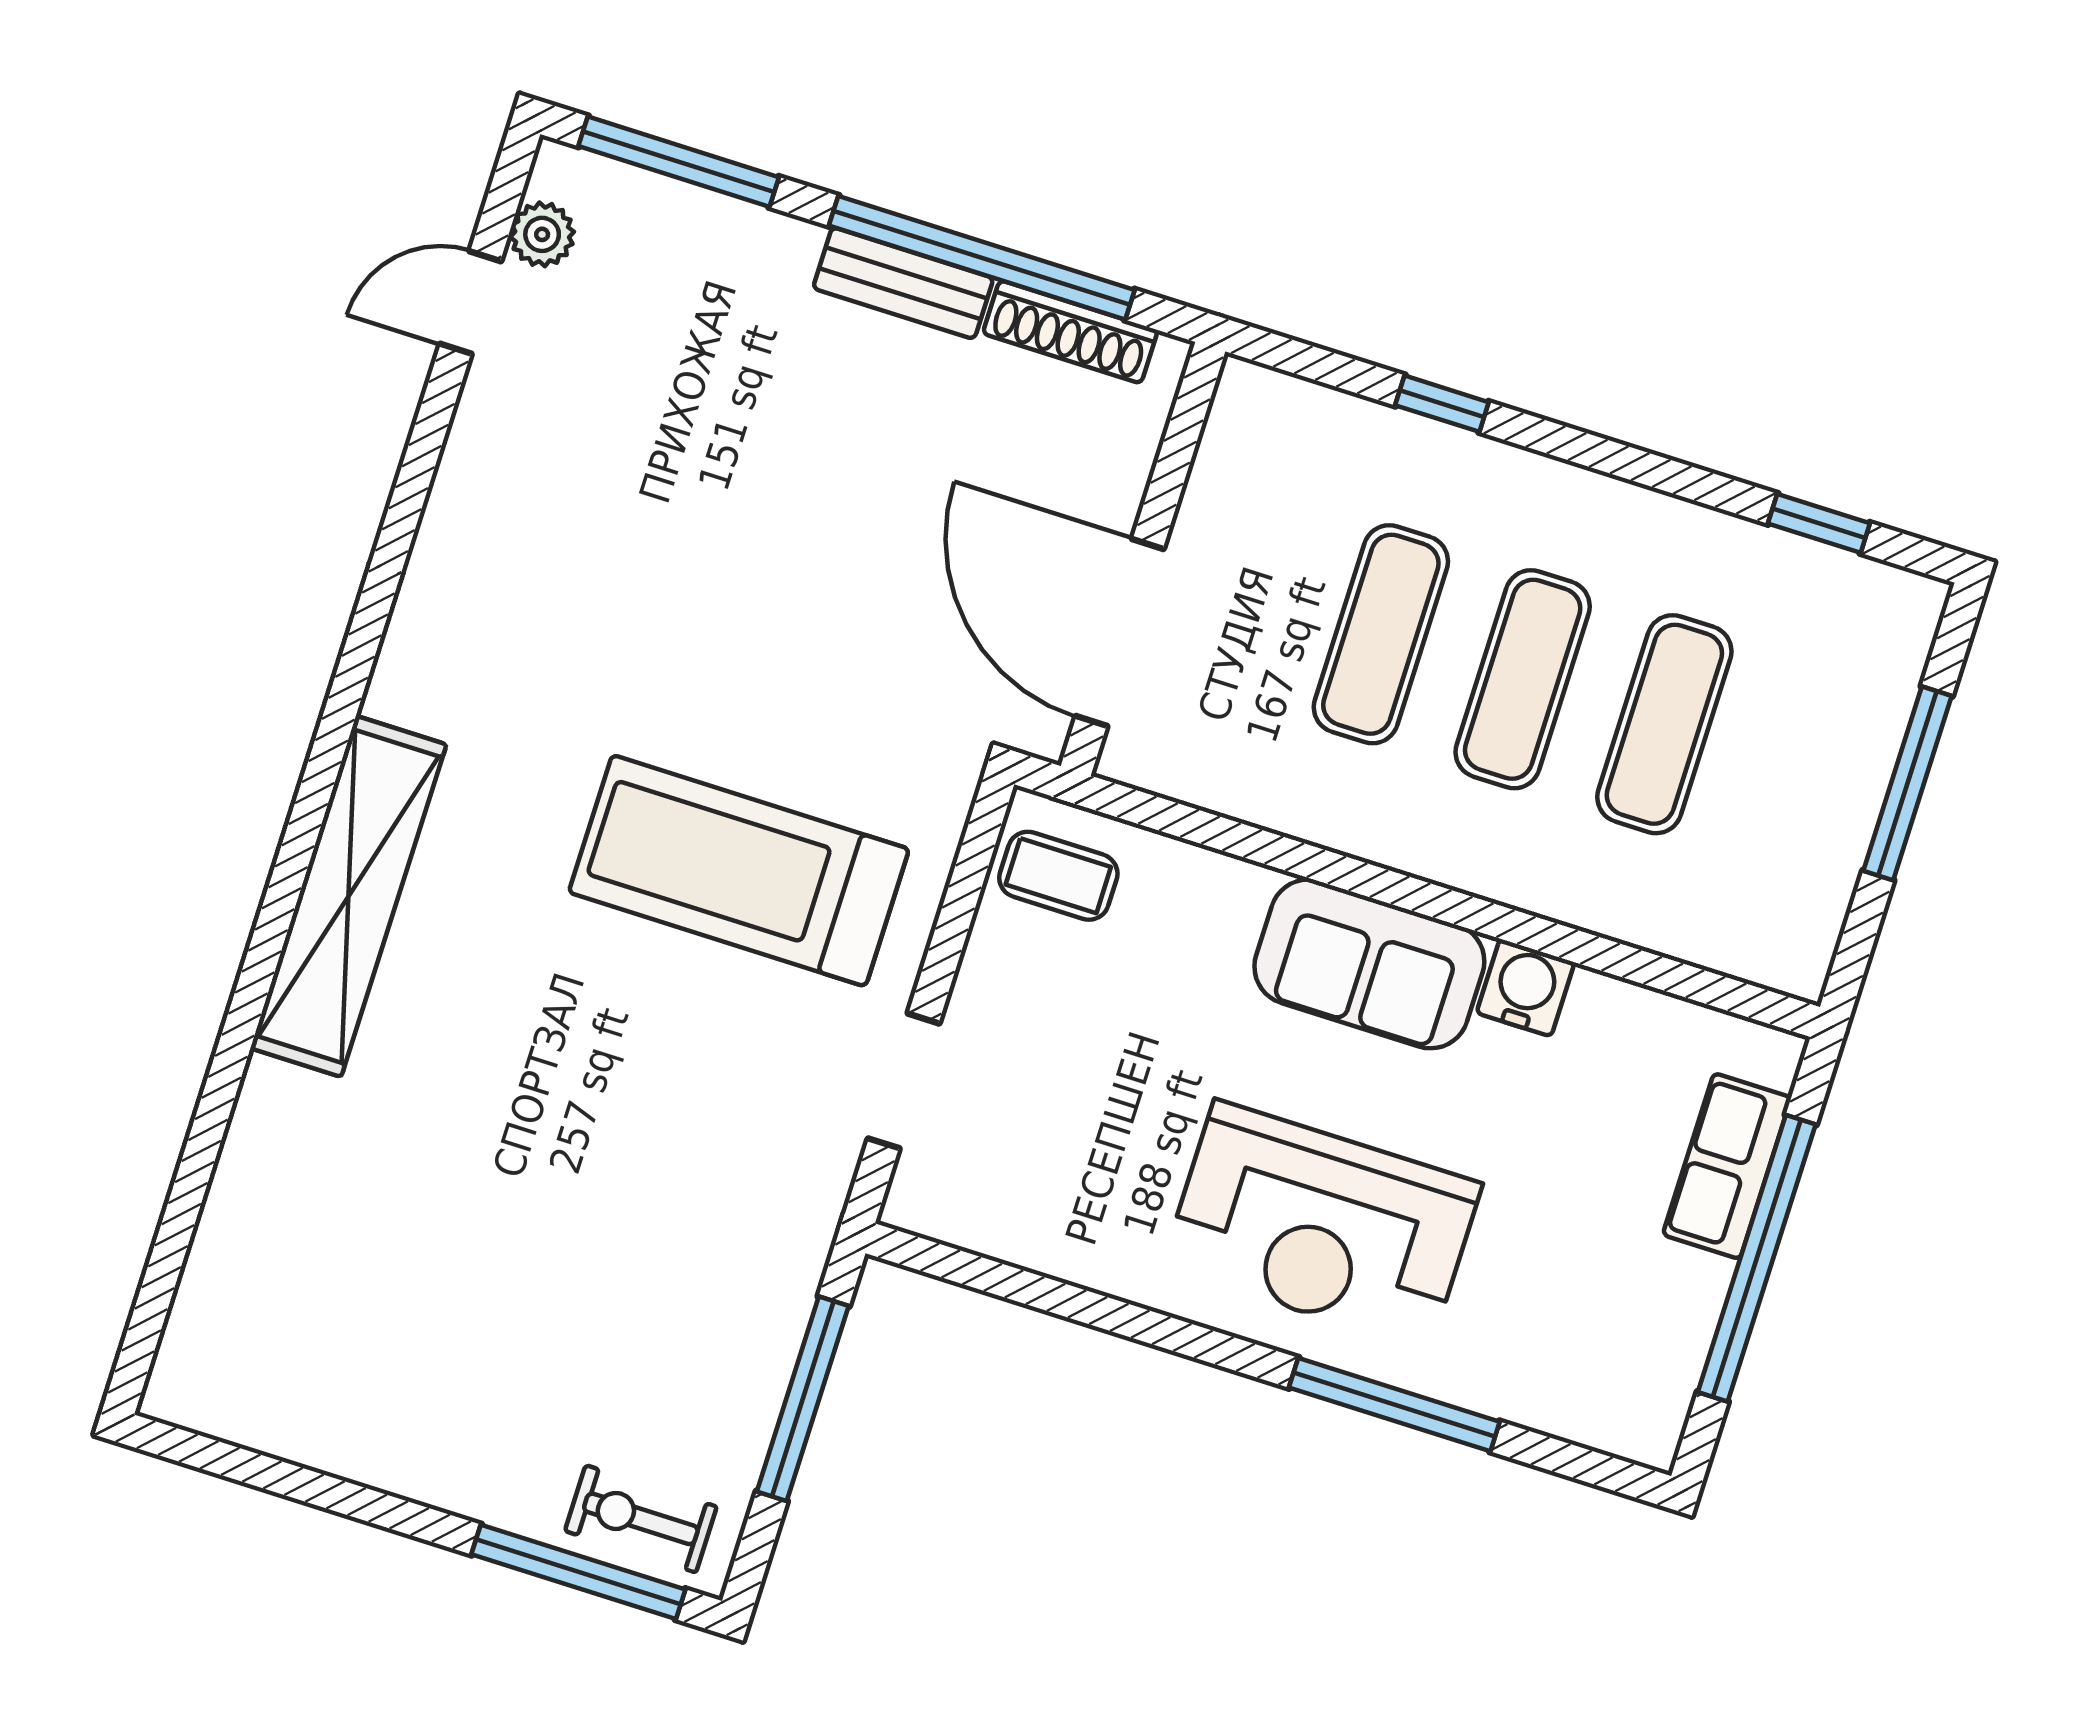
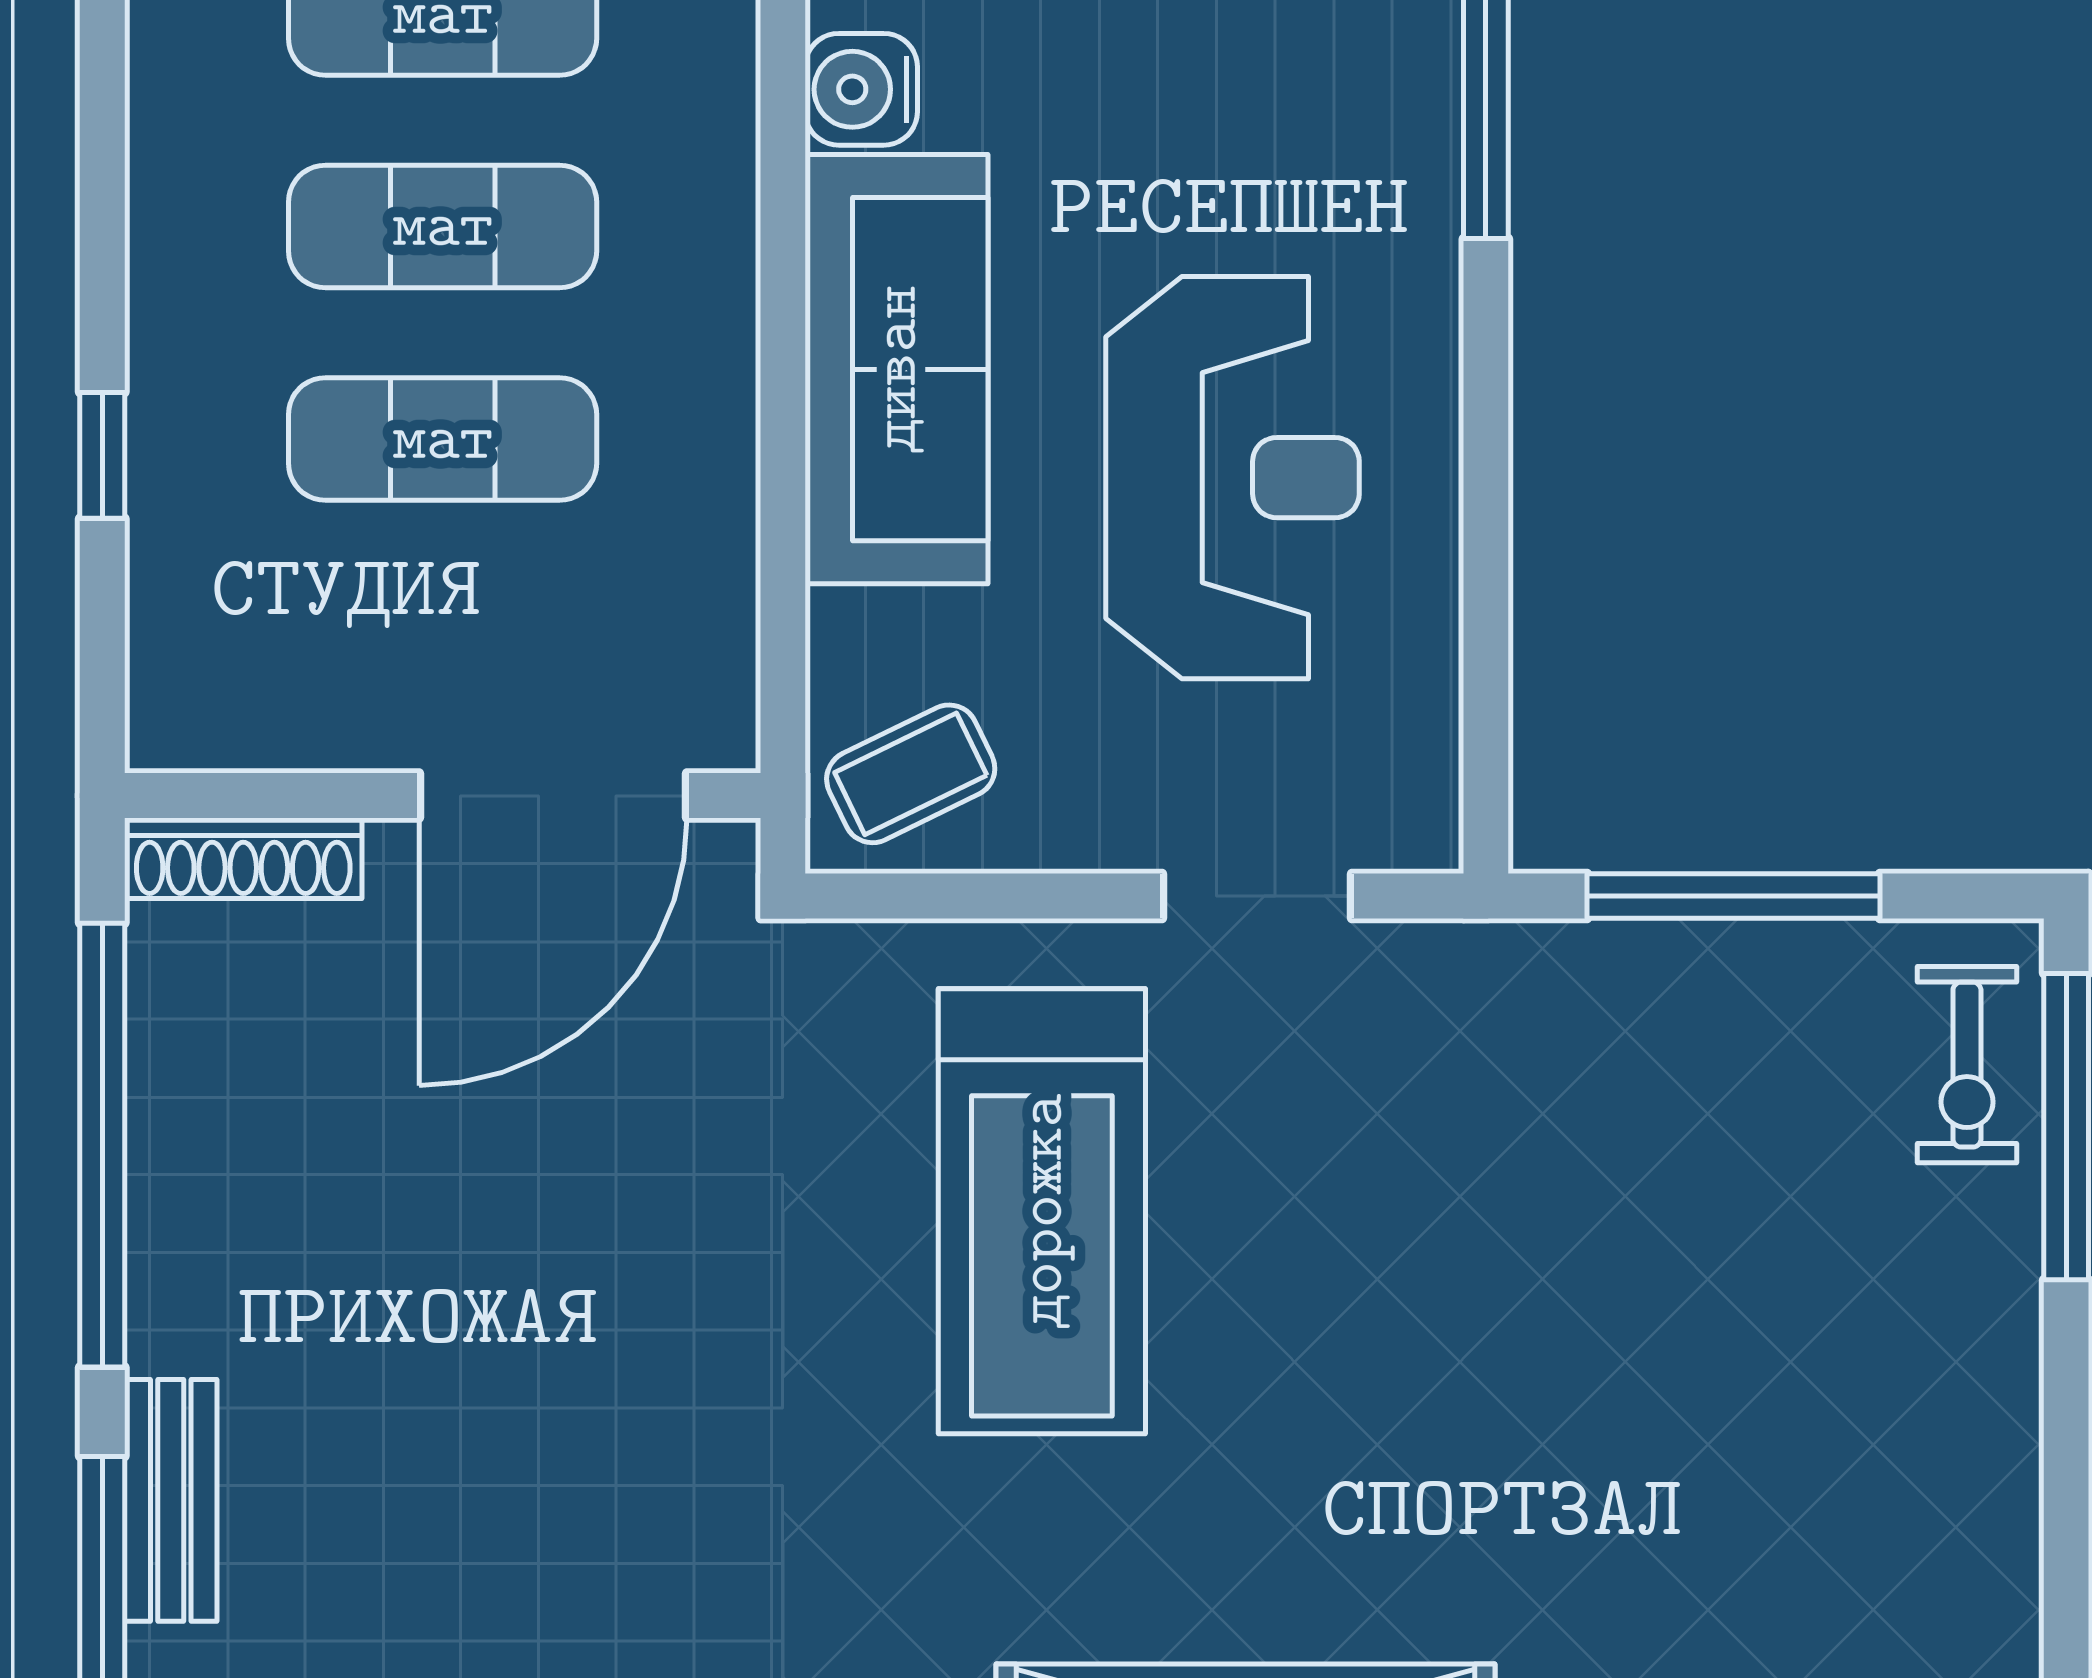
bench: (903, 283) -> (171, 1500), moved
shoe rack: (1070, 332) -> (243, 858), moved, turned 90
coffee table: (1058, 876) -> (911, 774), turned 64
sofa: (1369, 964) -> (896, 369), width x1.36
reception desk: (1322, 1225) -> (1232, 478), moved

